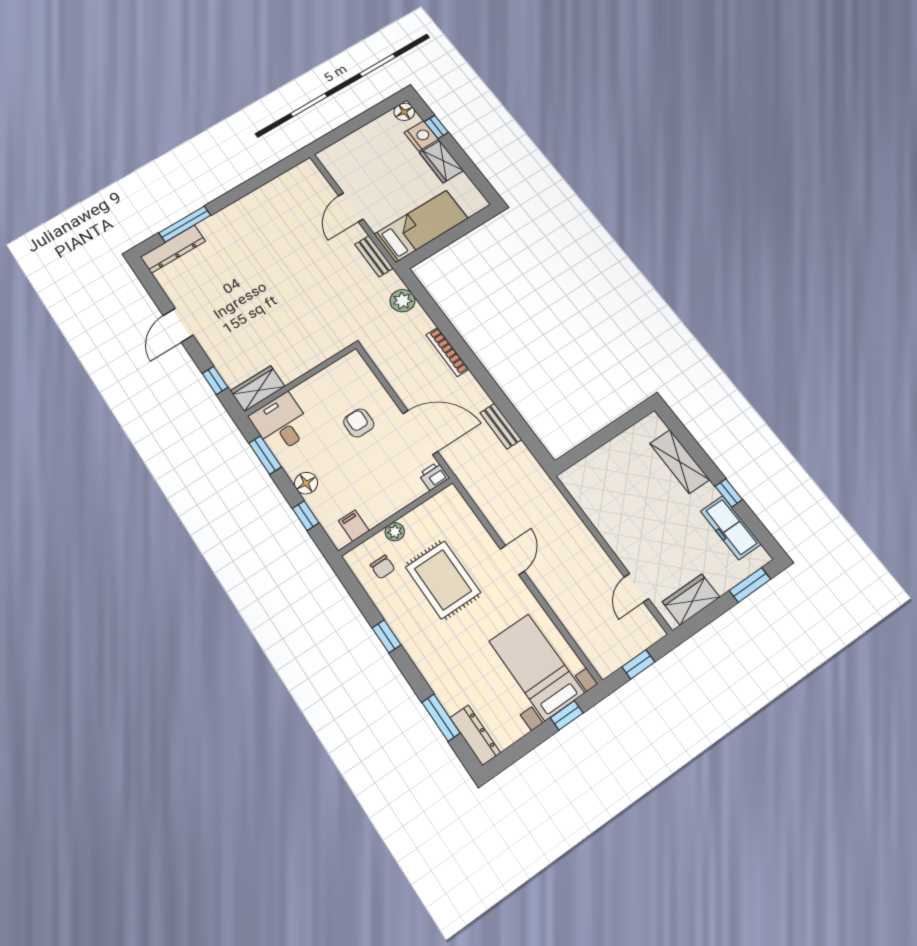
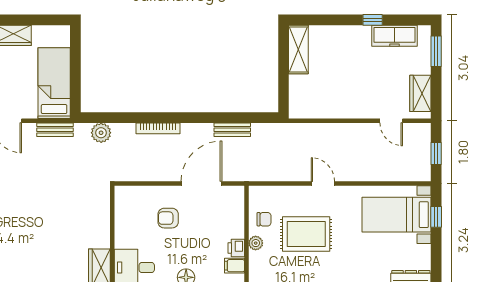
shelving: (680, 462) -> (298, 50), moved, turned 90
printer: (434, 476) -> (236, 248), moved
chair: (383, 567) -> (264, 219), moved

